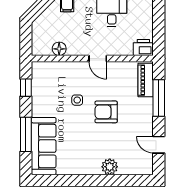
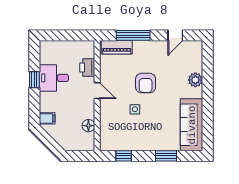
printer: (143, 48) -> (87, 68), moved
door: (98, 59) -> (97, 91), hinge flipped
window: (26, 134) -> (166, 156), width x0.69
sofa: (44, 146) -> (192, 125), moved, turned -90

